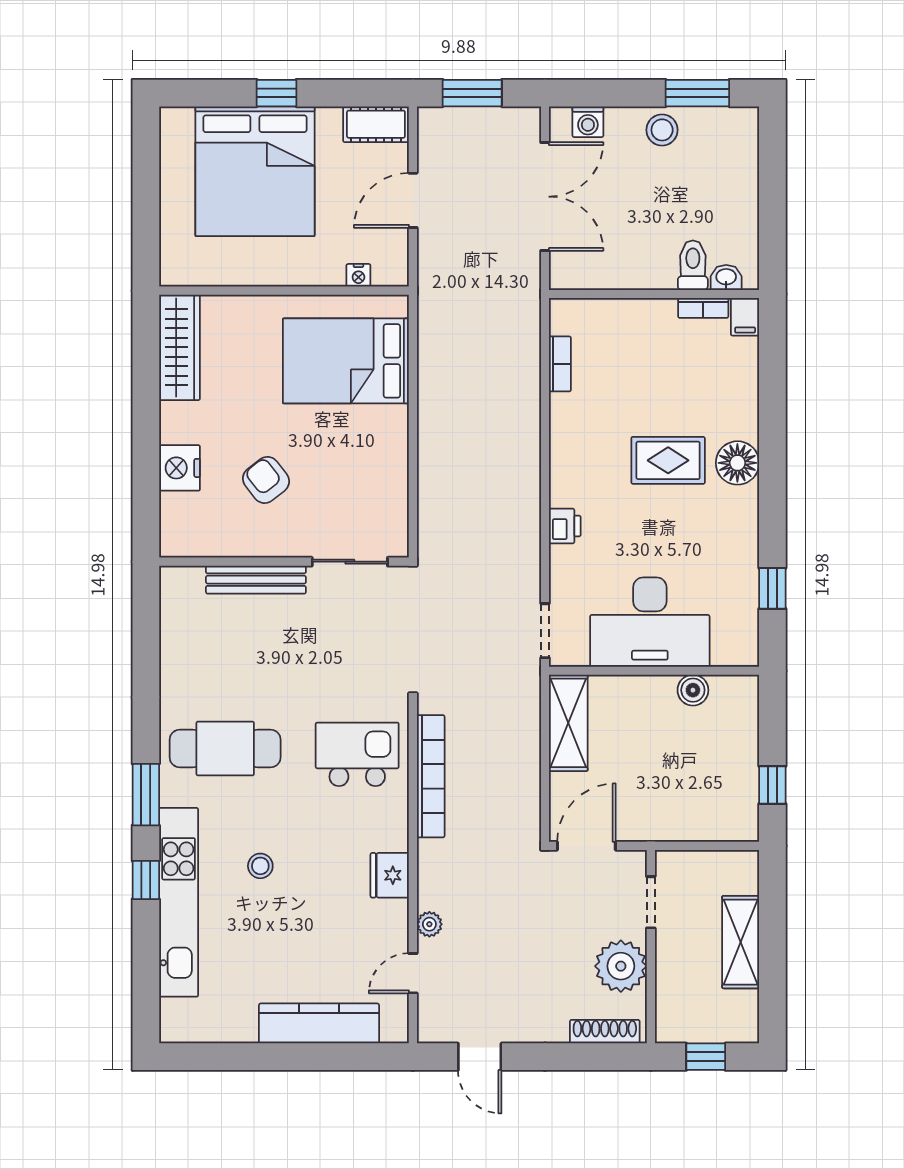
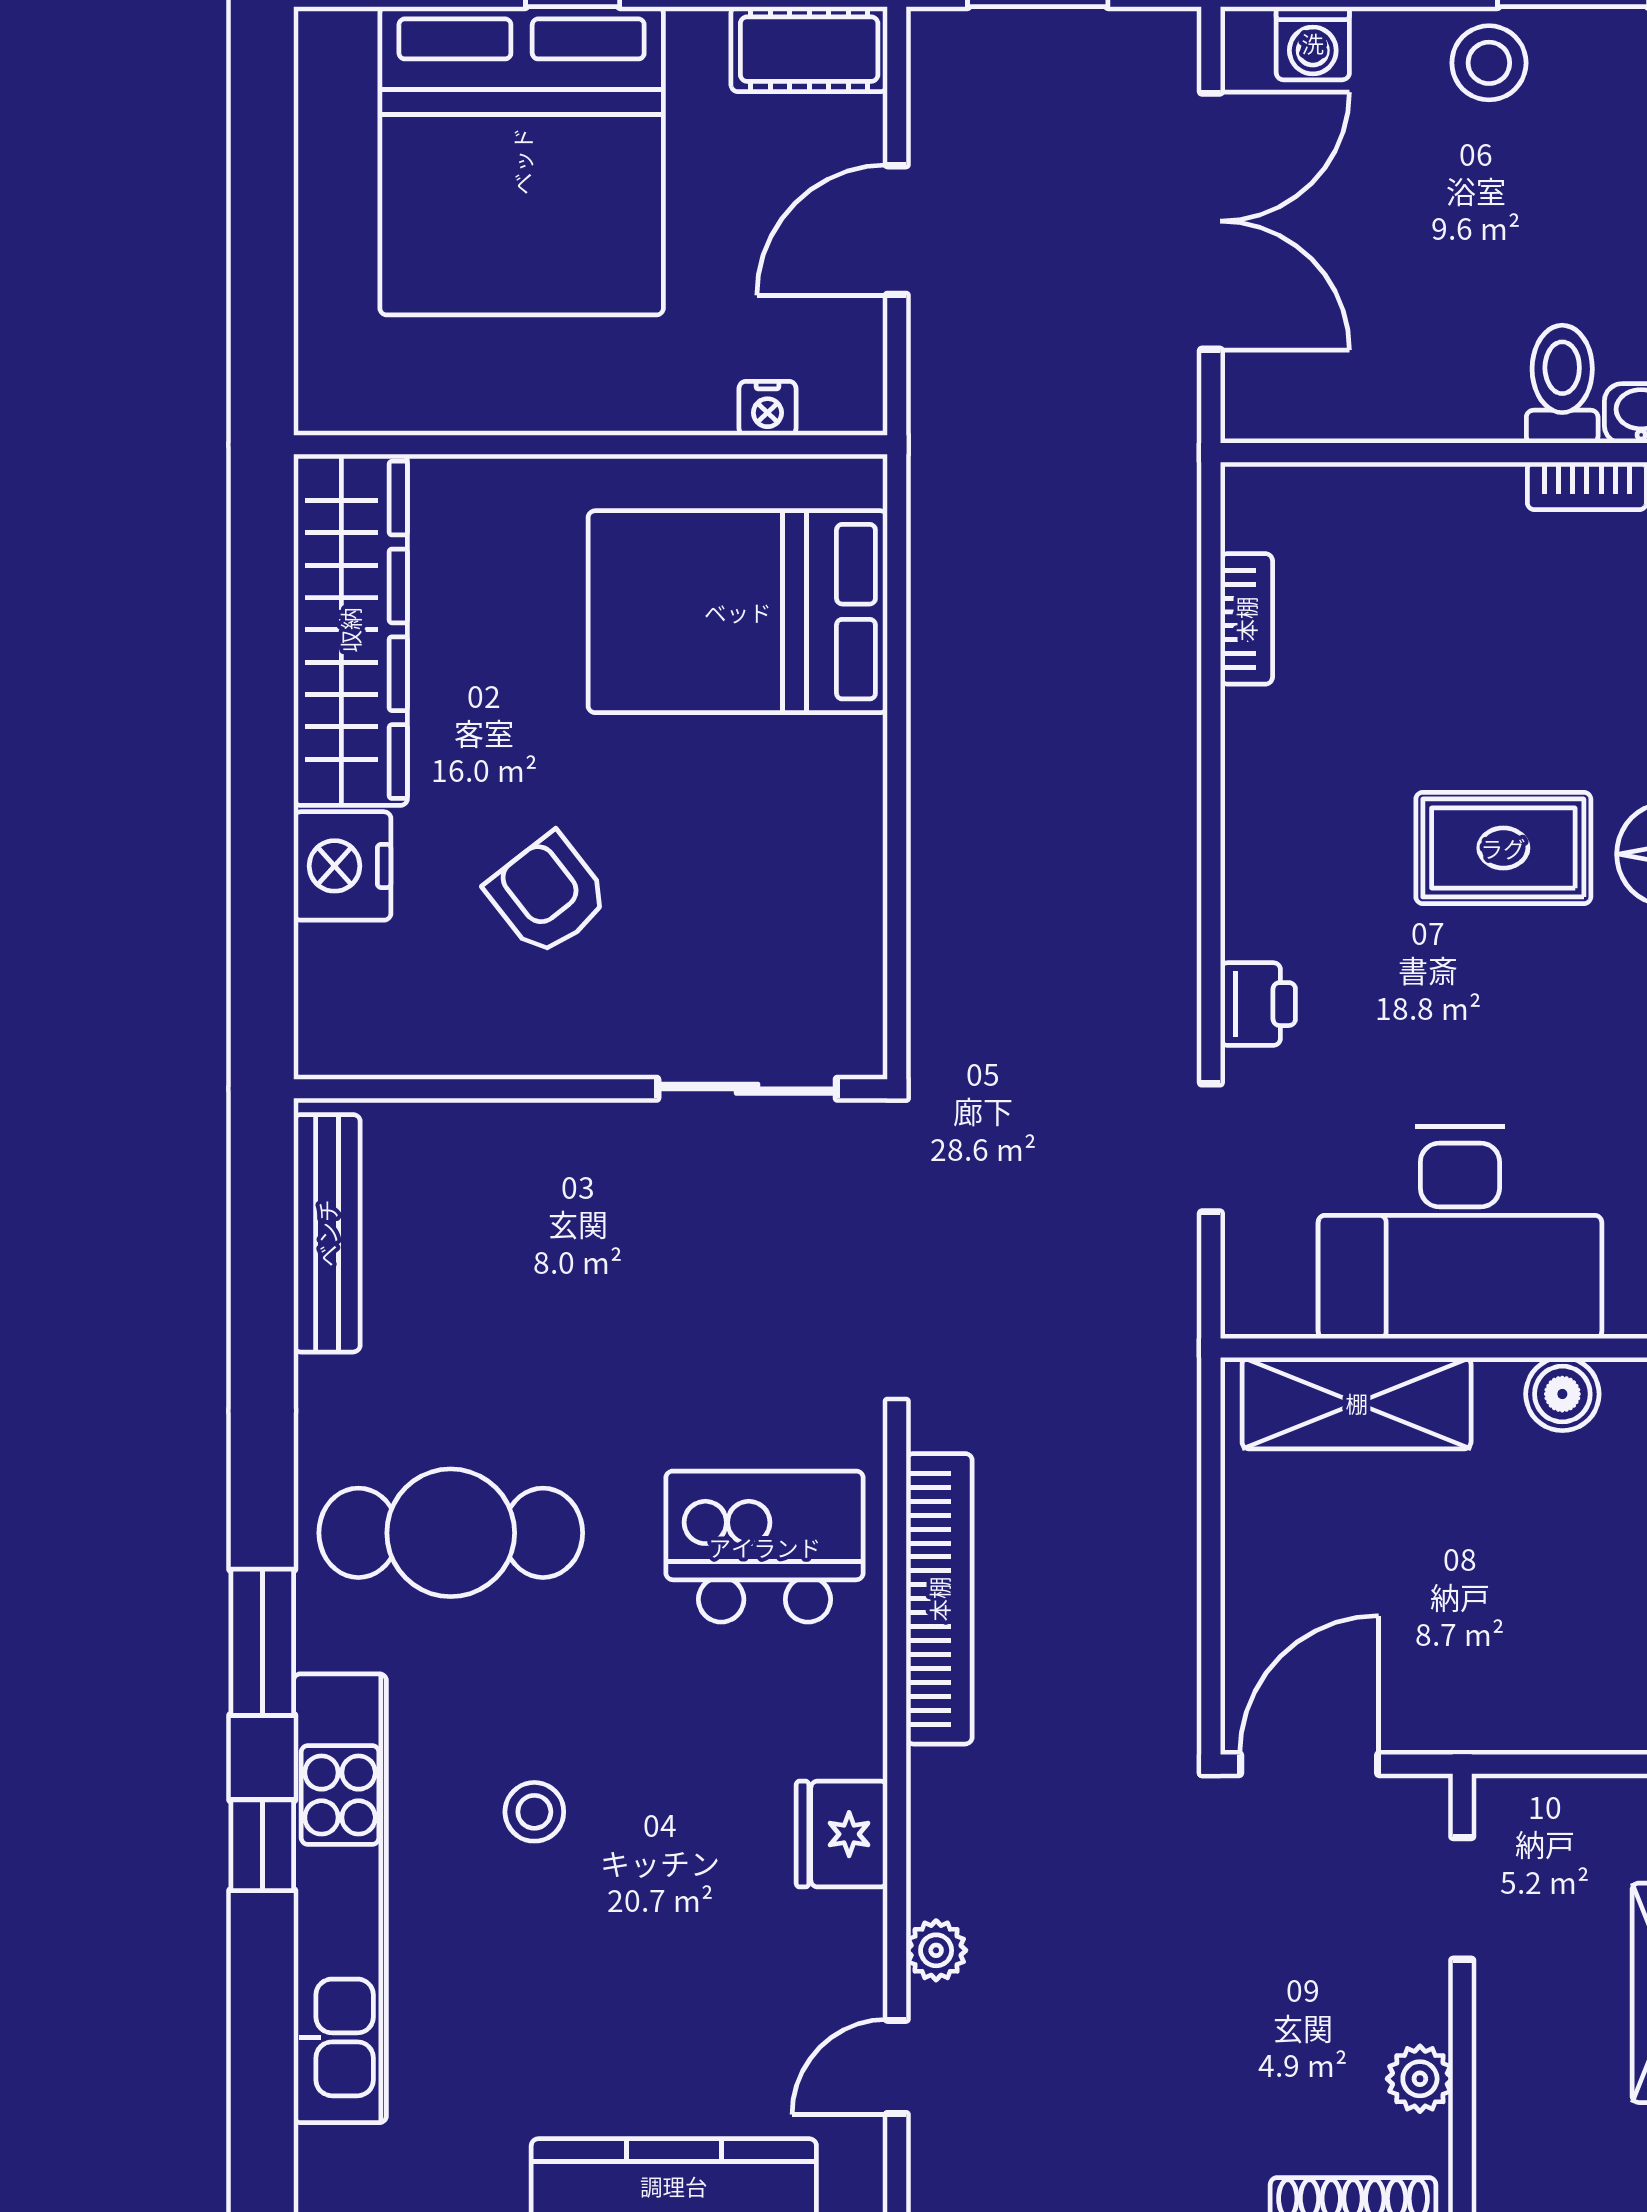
wardrobe: (179, 347) -> (350, 630), width x1.40, depth x1.17
bench: (256, 580) -> (327, 1233), moved, turned 90
doorway: (545, 631) -> (1211, 1148), moved
shelving: (568, 723) -> (1357, 1403), moved, turned 90
plant: (621, 966) -> (1420, 2079), width x0.53, depth x0.53

